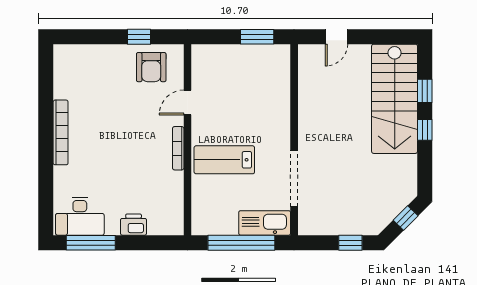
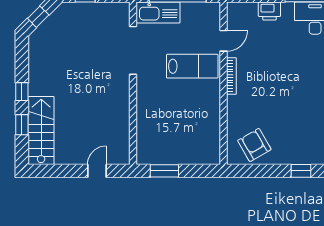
window: (139, 37) -> (301, 171), moved
armchair: (151, 67) -> (254, 145), turned -30
stairs: (395, 99) -> (41, 130), width x0.73, depth x0.66
door: (187, 102) -> (224, 41), moved

